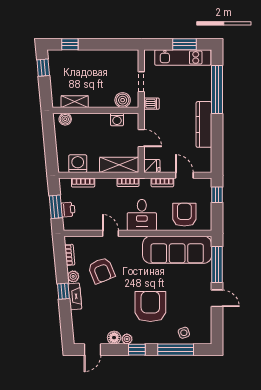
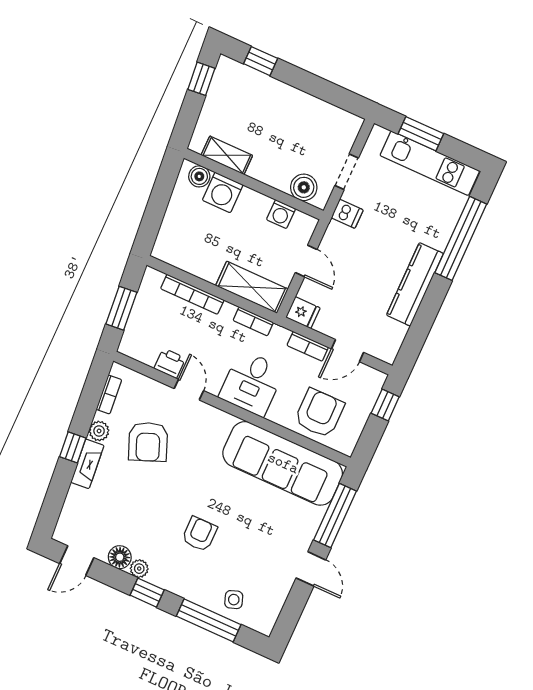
window: (185, 44) -> (421, 134), moved
washing machine: (78, 164) -> (223, 192), moved, turned 180
door: (184, 175) -> (347, 351), swing flipped
bookcase: (83, 183) -> (192, 294), width x1.56
printer: (68, 210) -> (170, 363), moved, turned -85
armchair: (150, 306) -> (199, 534), width x0.53, depth x0.53

